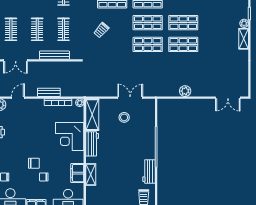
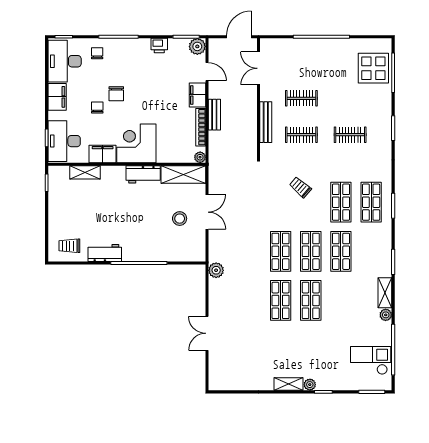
clothes rail: (11, 29) -> (301, 62), removed
plant: (185, 91) -> (216, 270), moved
double door: (130, 98) -> (207, 212), moved
double door: (228, 98) -> (207, 333), moved
filing cabinet: (35, 105) -> (197, 95), added
corner desk: (70, 136) -> (136, 143), moved
shelving: (91, 174) -> (85, 172), moved

